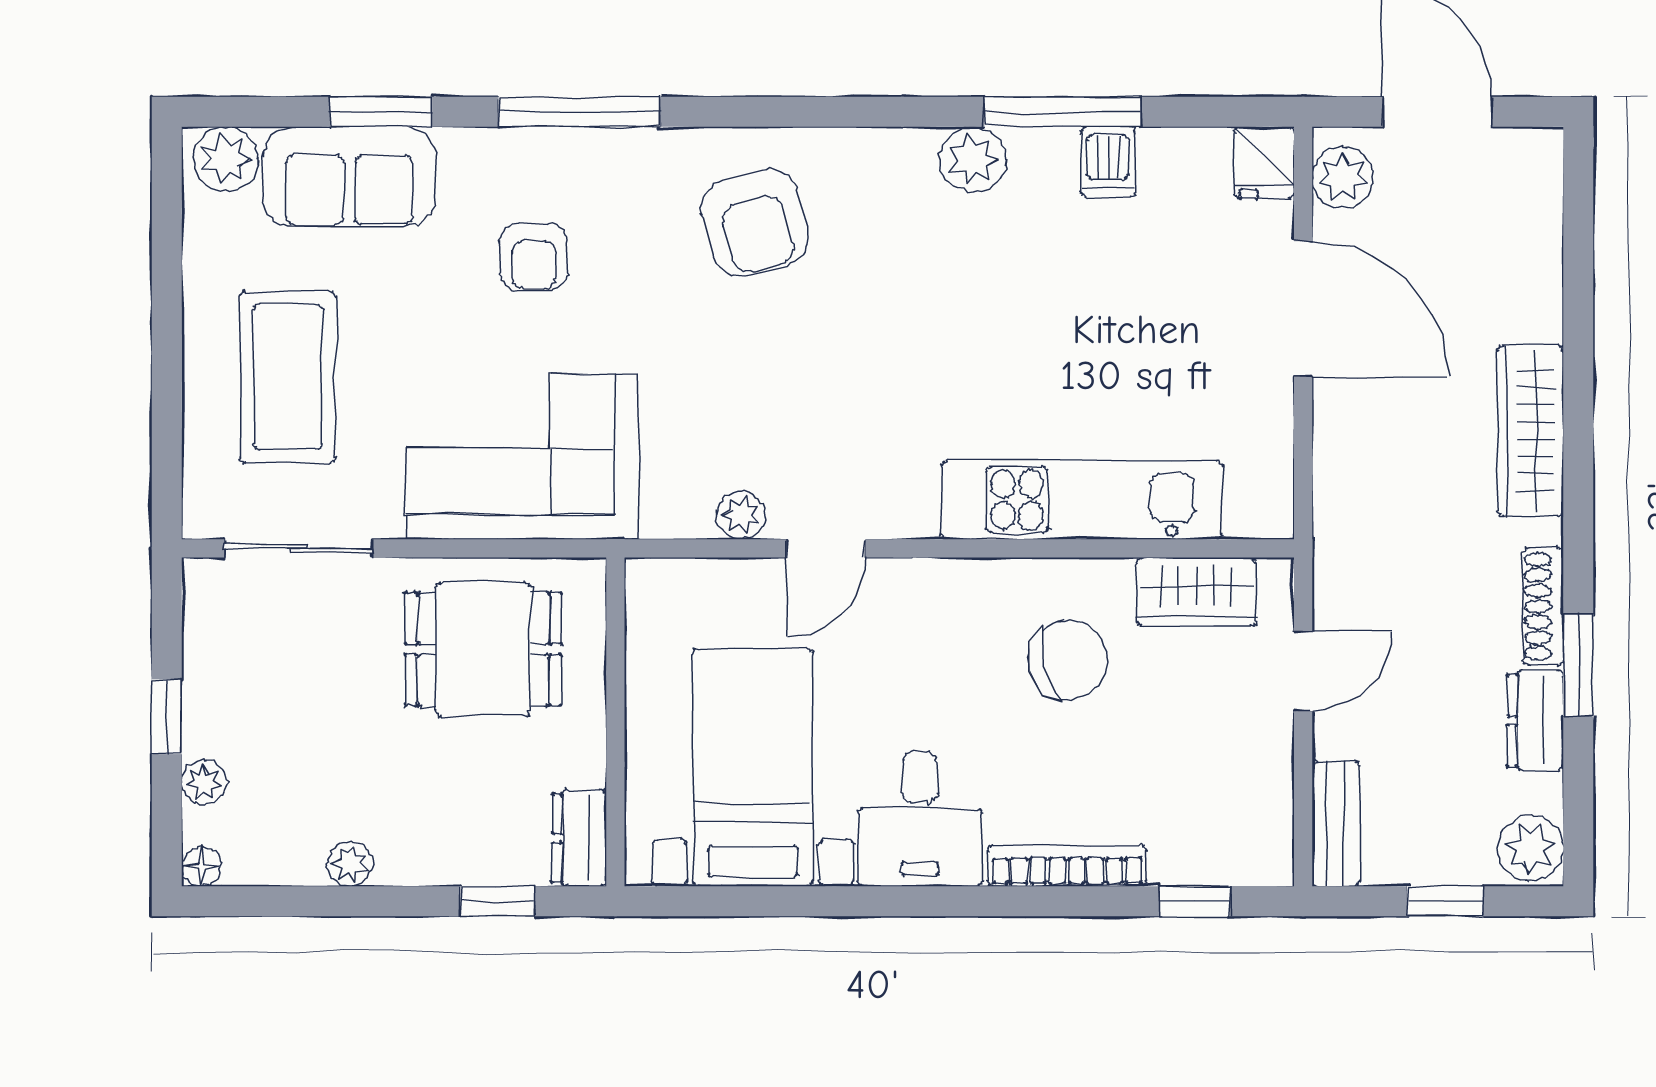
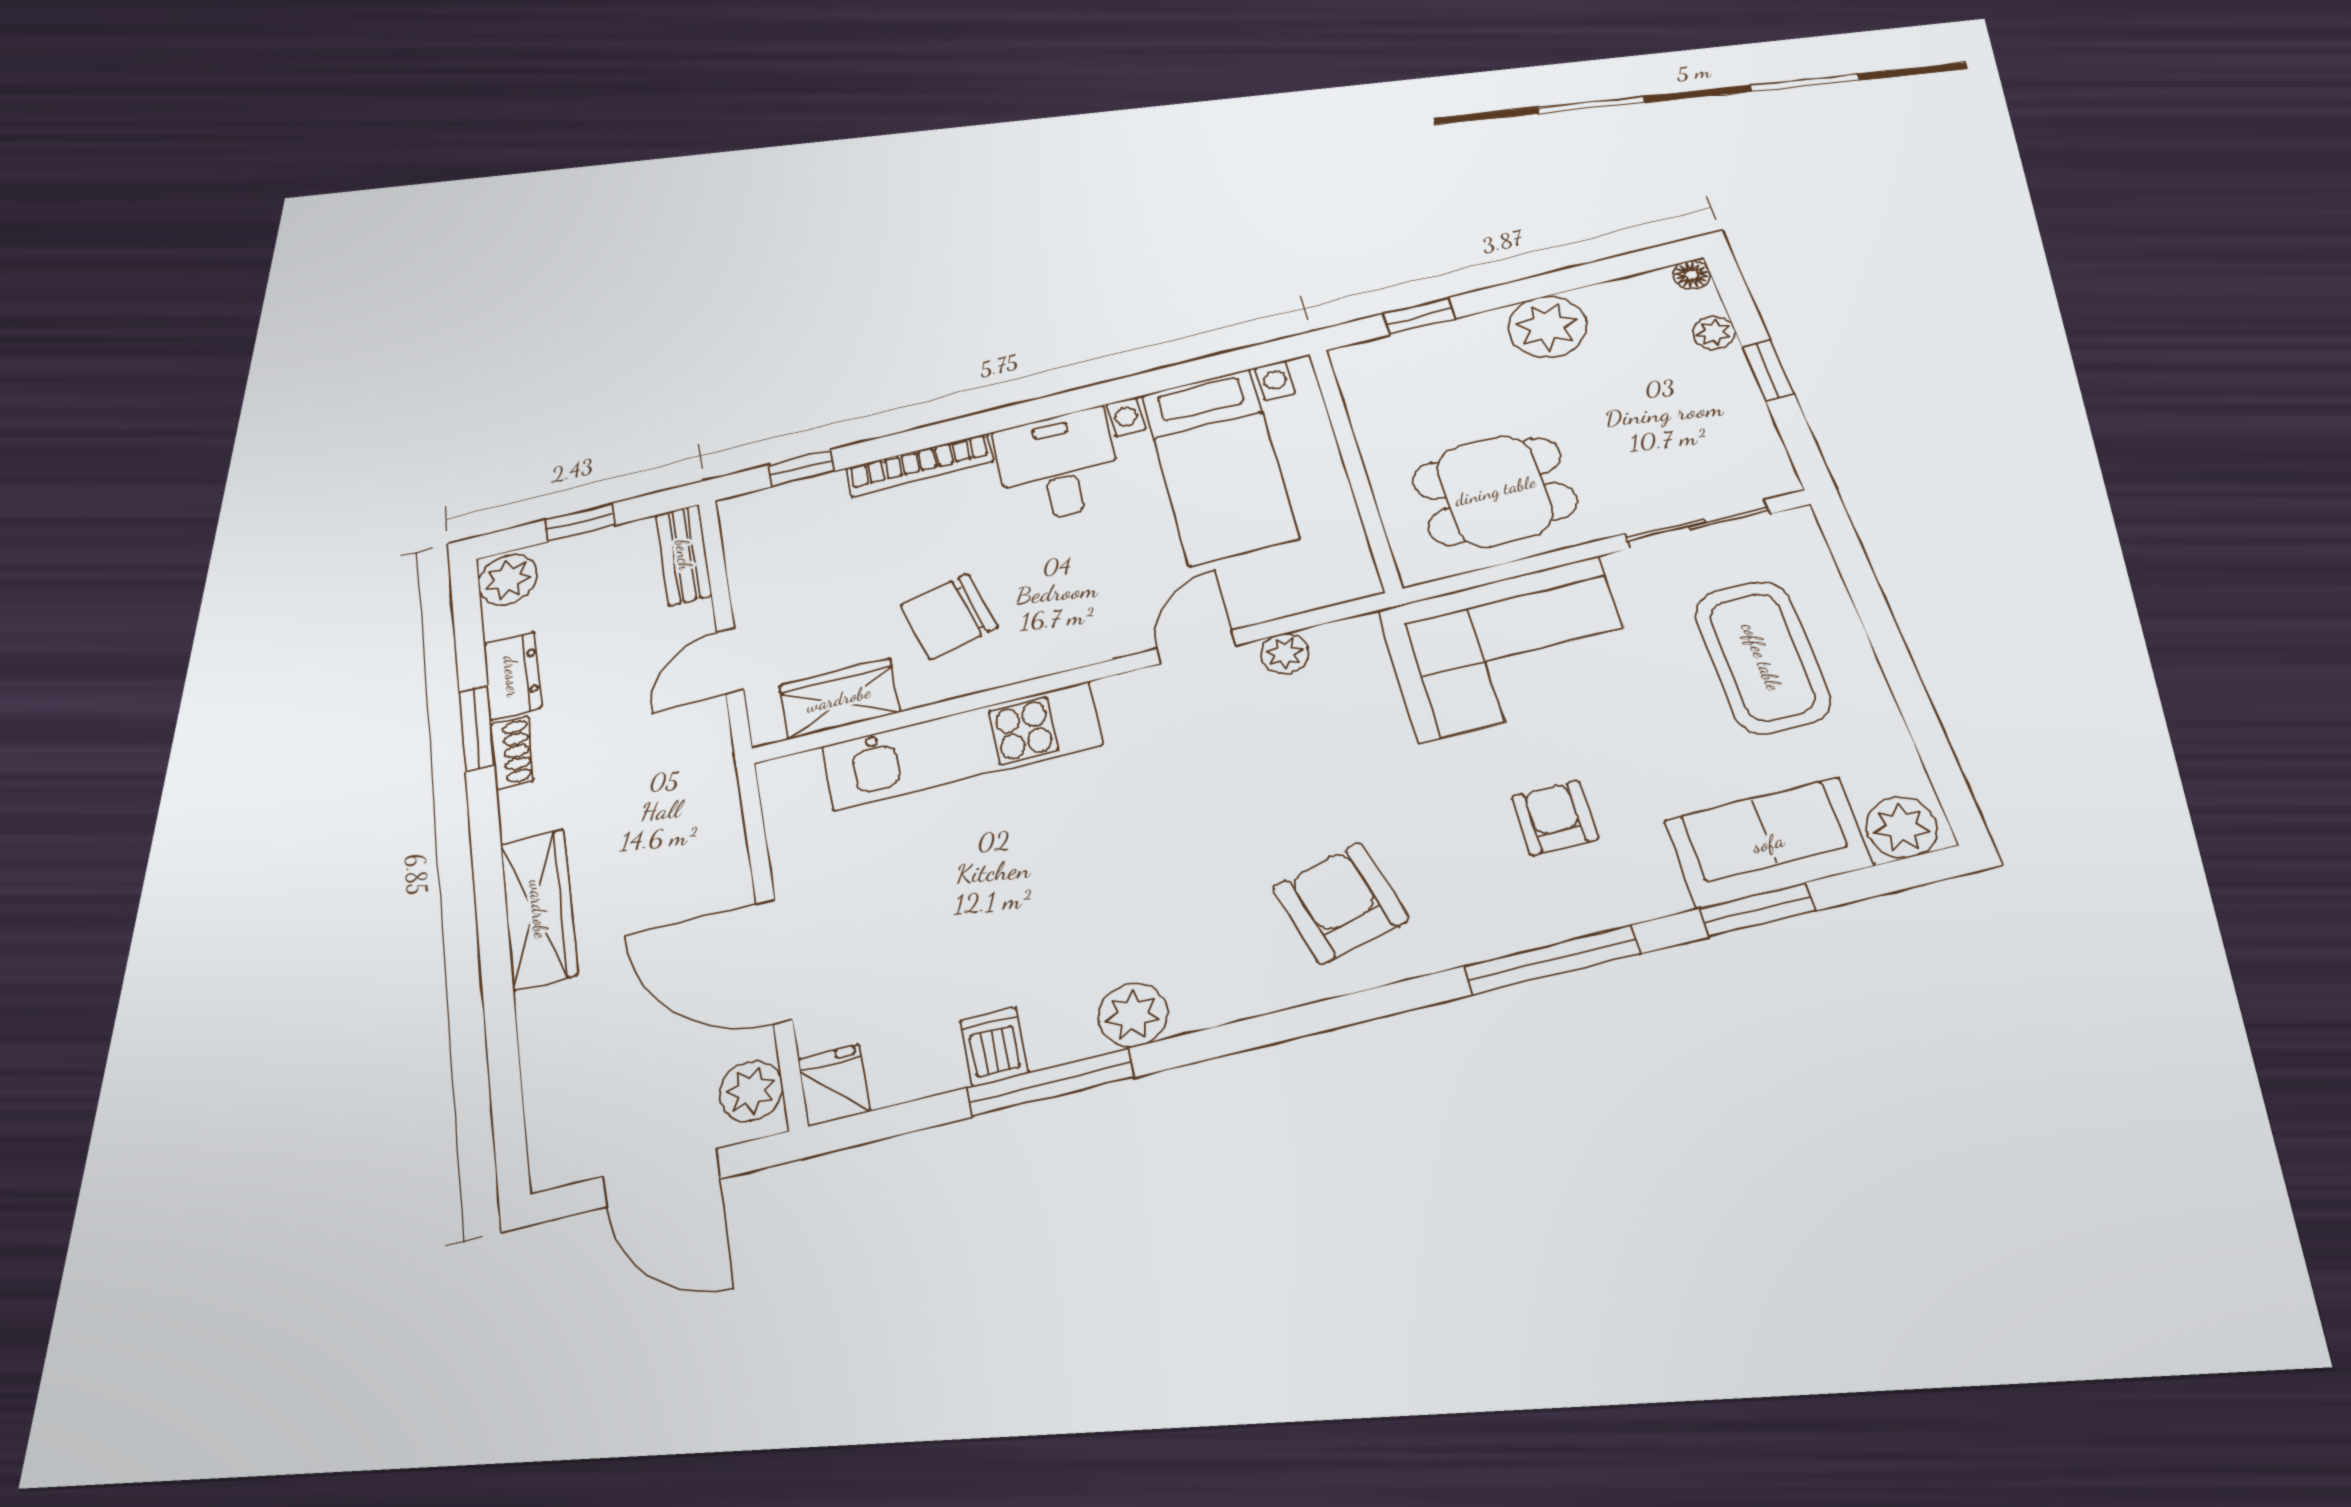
shoe rack: (1543, 606) -> (512, 753), width x0.70
dresser: (579, 838) -> (1361, 377), removed
plant: (350, 864) -> (1547, 327), width x1.88, depth x1.88

